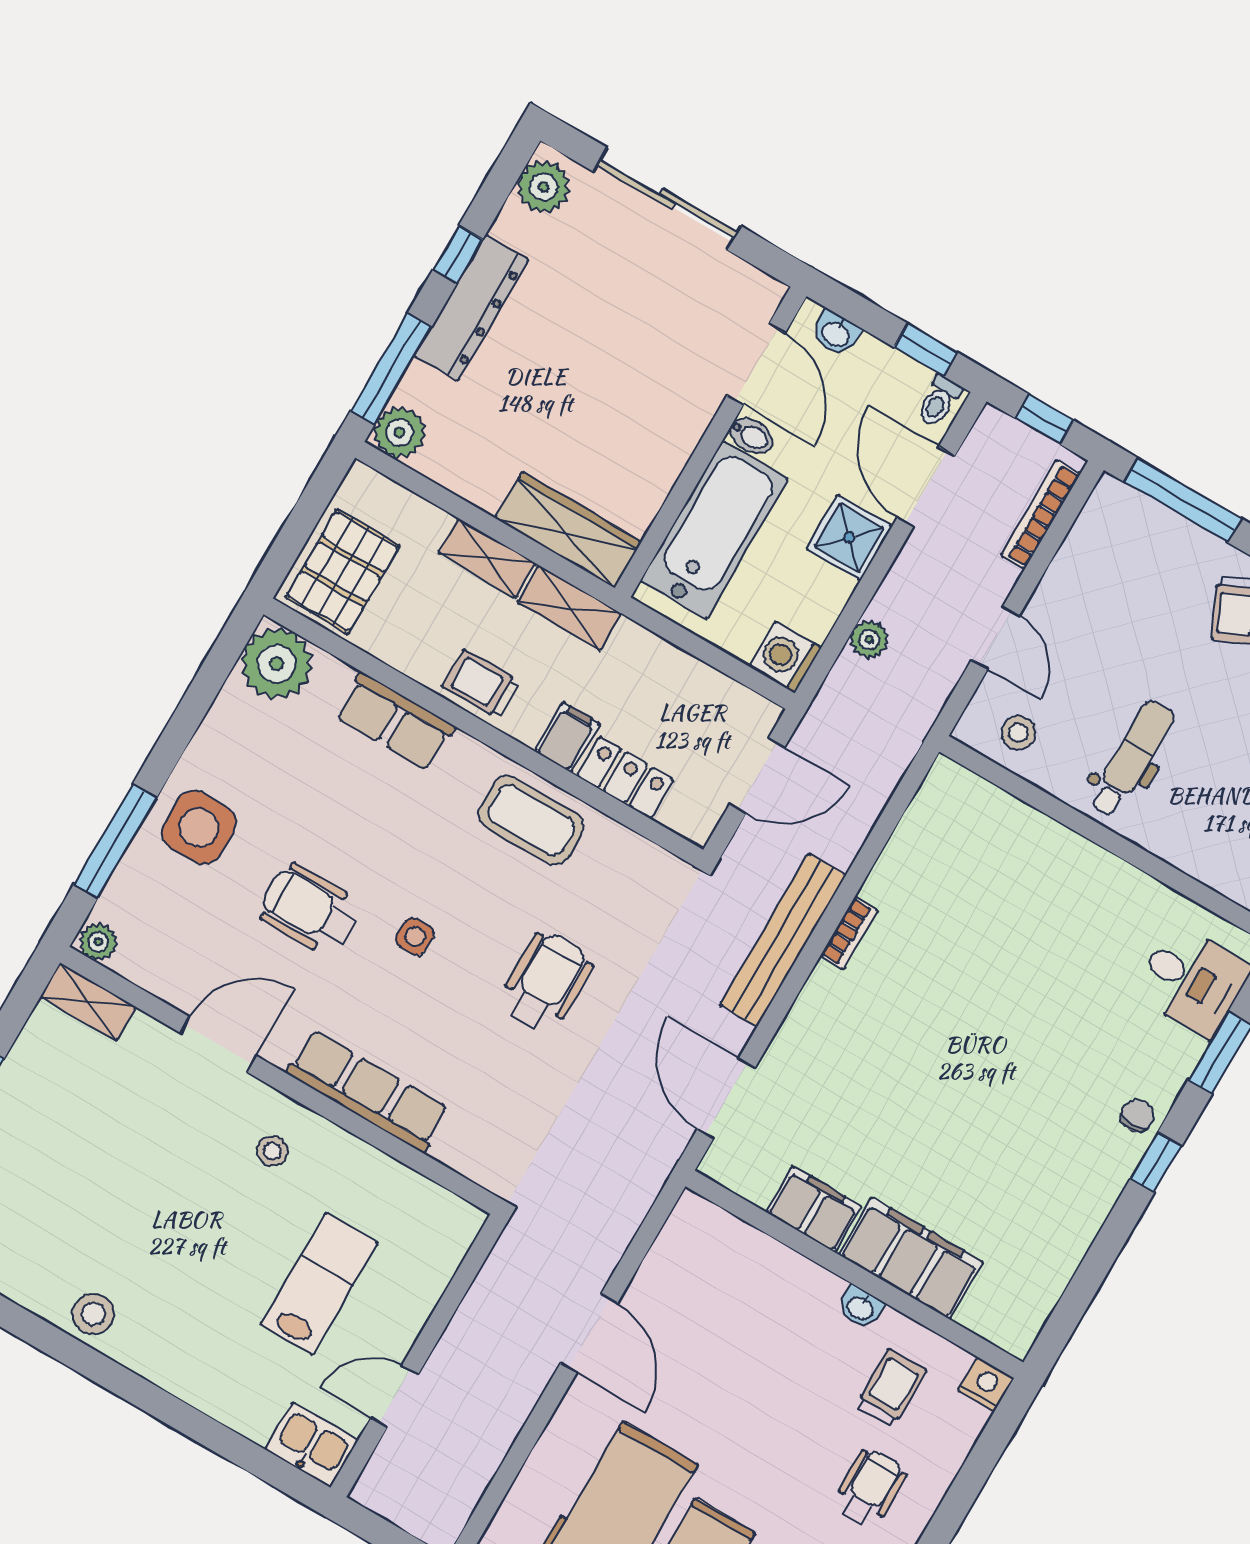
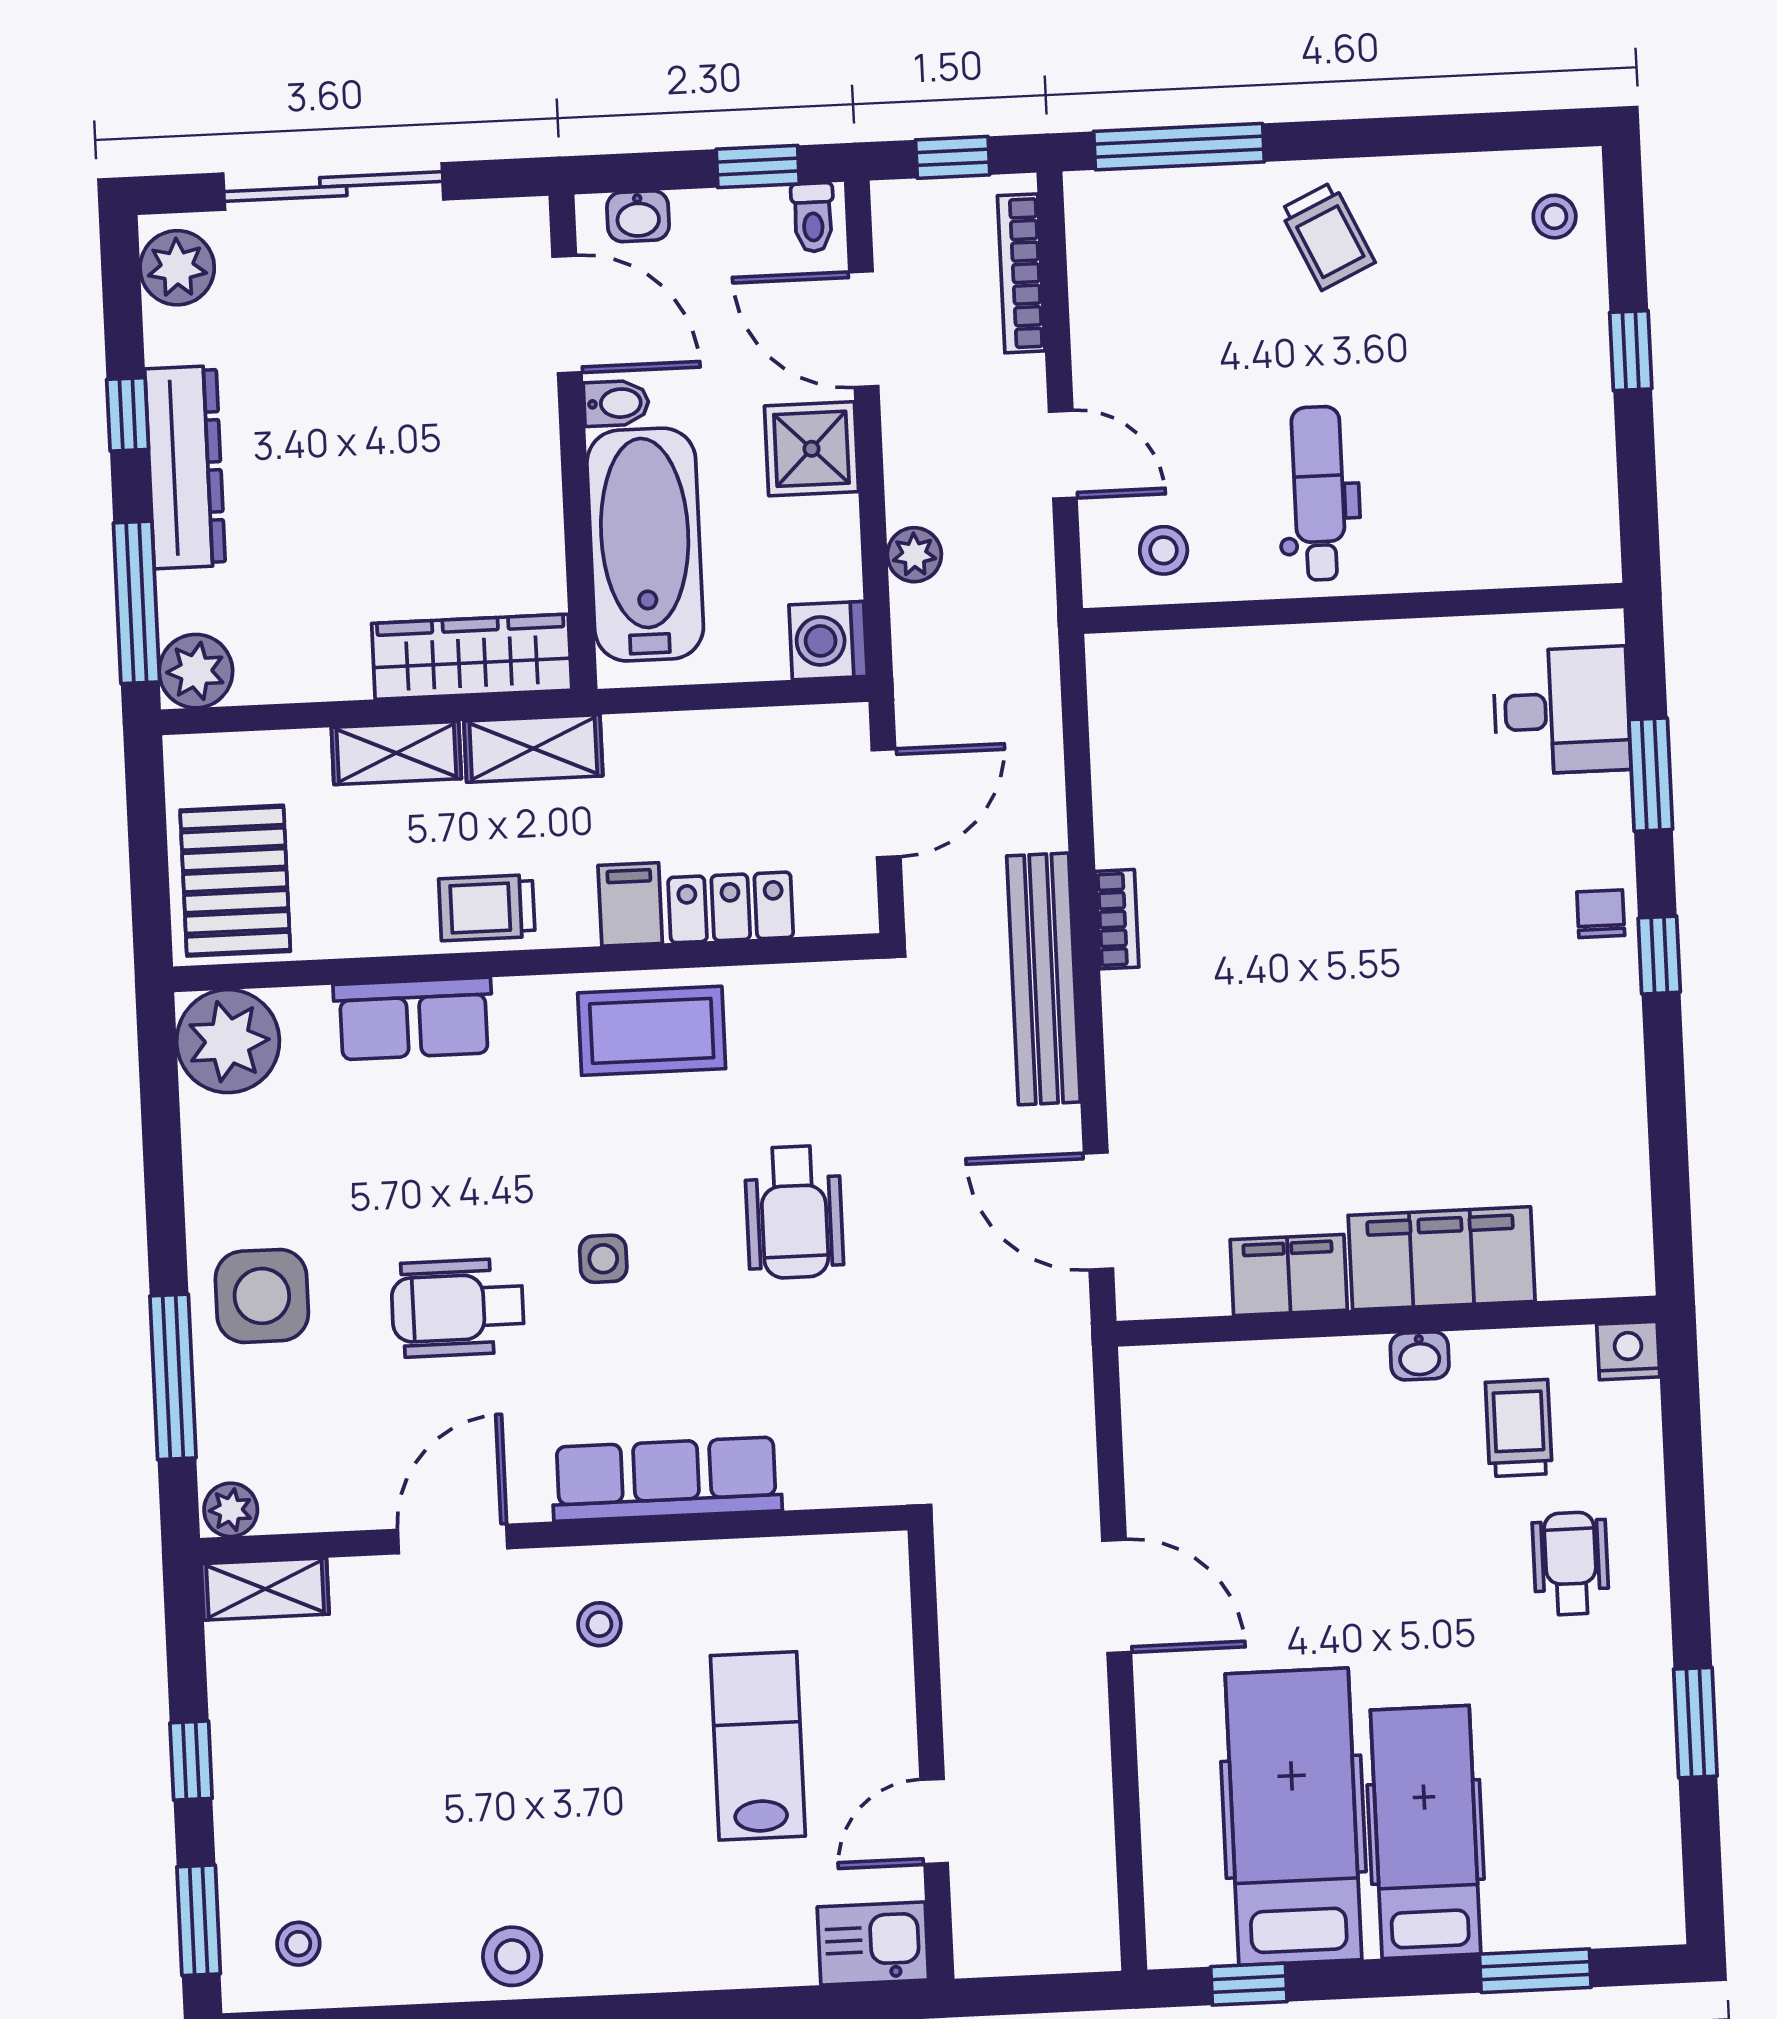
wheelchair: (546, 982) -> (794, 1212), turned 180

